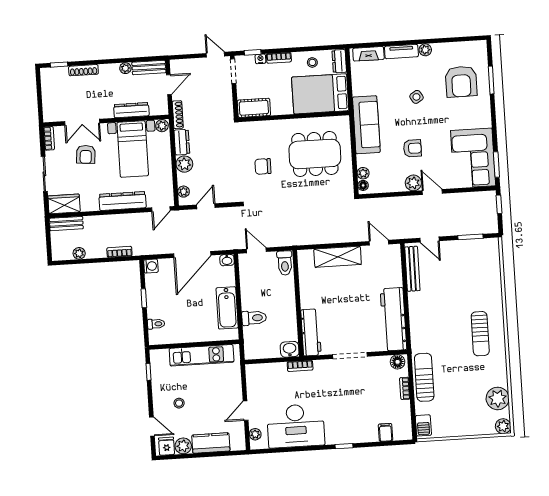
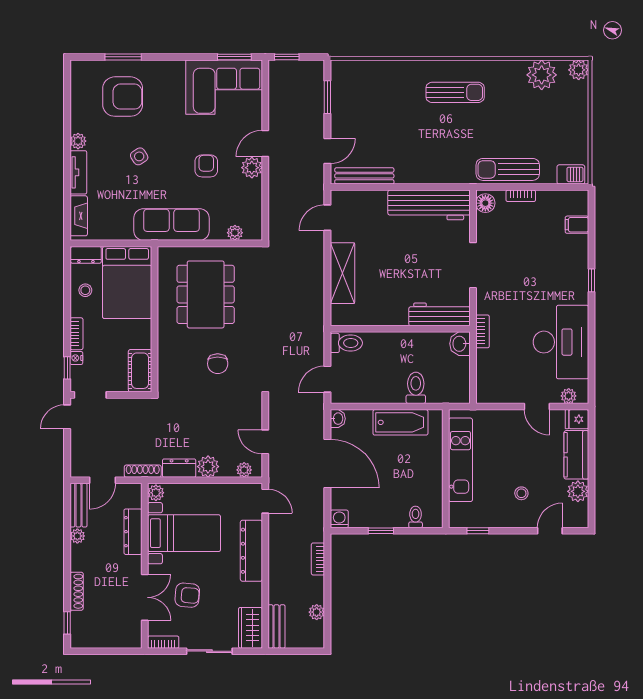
door: (169, 85) -> (102, 480), swing flipped
floor lamp: (363, 185) -> (251, 234), removed
fridge: (167, 446) -> (577, 419), moved

